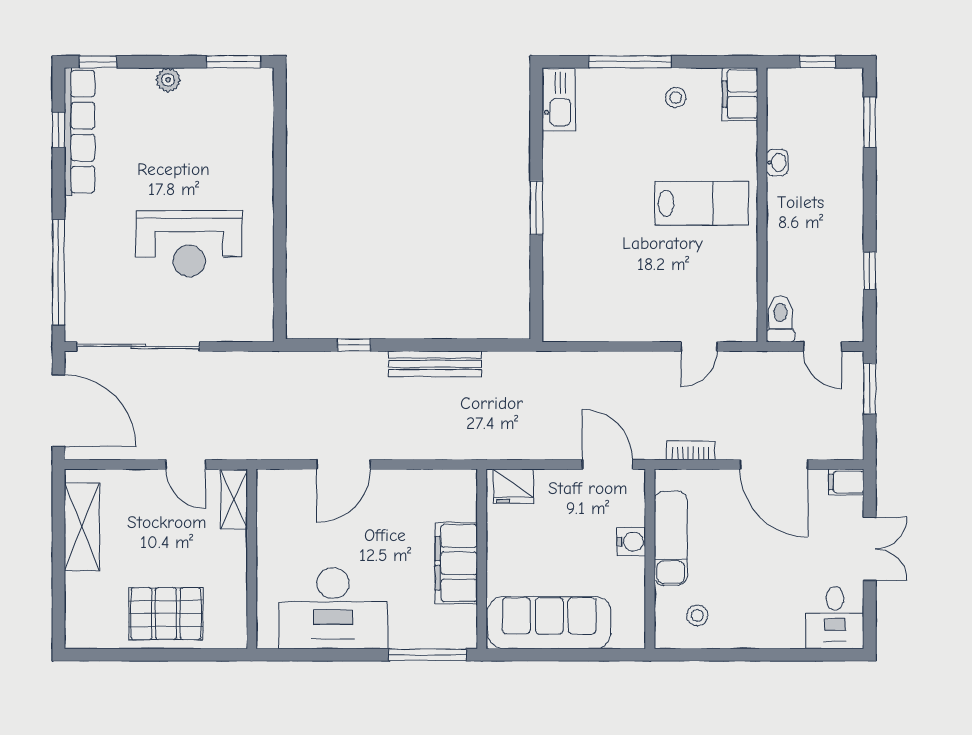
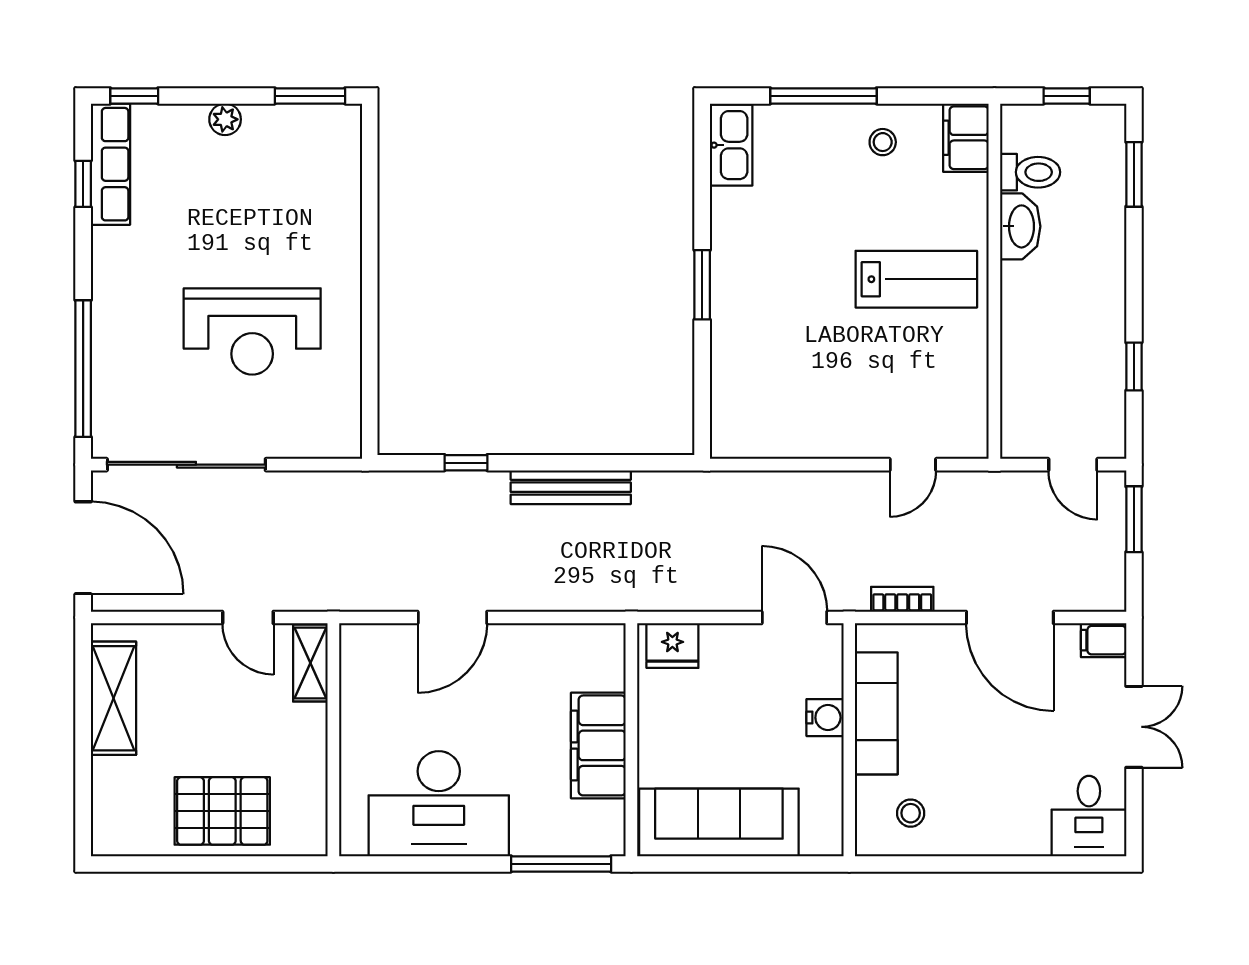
row of seats: (80, 132) -> (110, 164), width x0.73
washbasin: (777, 163) -> (1020, 226), width x1.91, depth x1.45
toilet: (780, 319) -> (1030, 172), moved, turned 90

